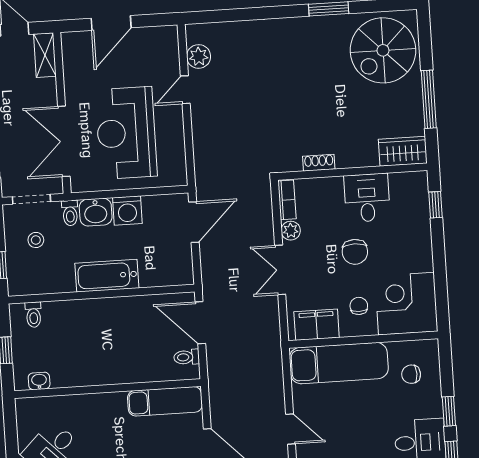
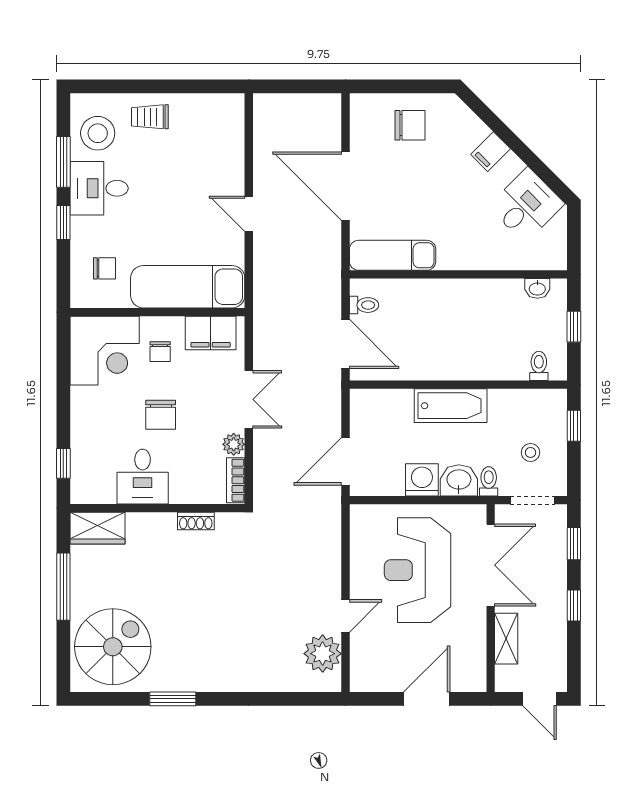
shelving: (45, 55) -> (506, 639), moved
plant: (199, 56) -> (323, 654), width x1.36, depth x1.36
reception desk: (126, 133) -> (417, 570), turned 180
chair: (355, 252) -> (161, 415), turned 180

